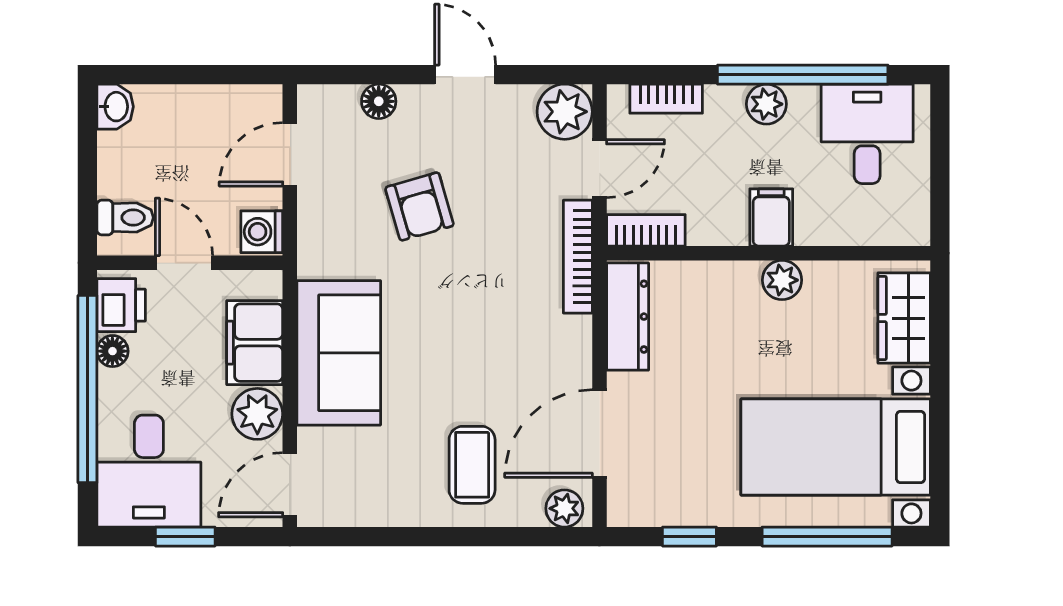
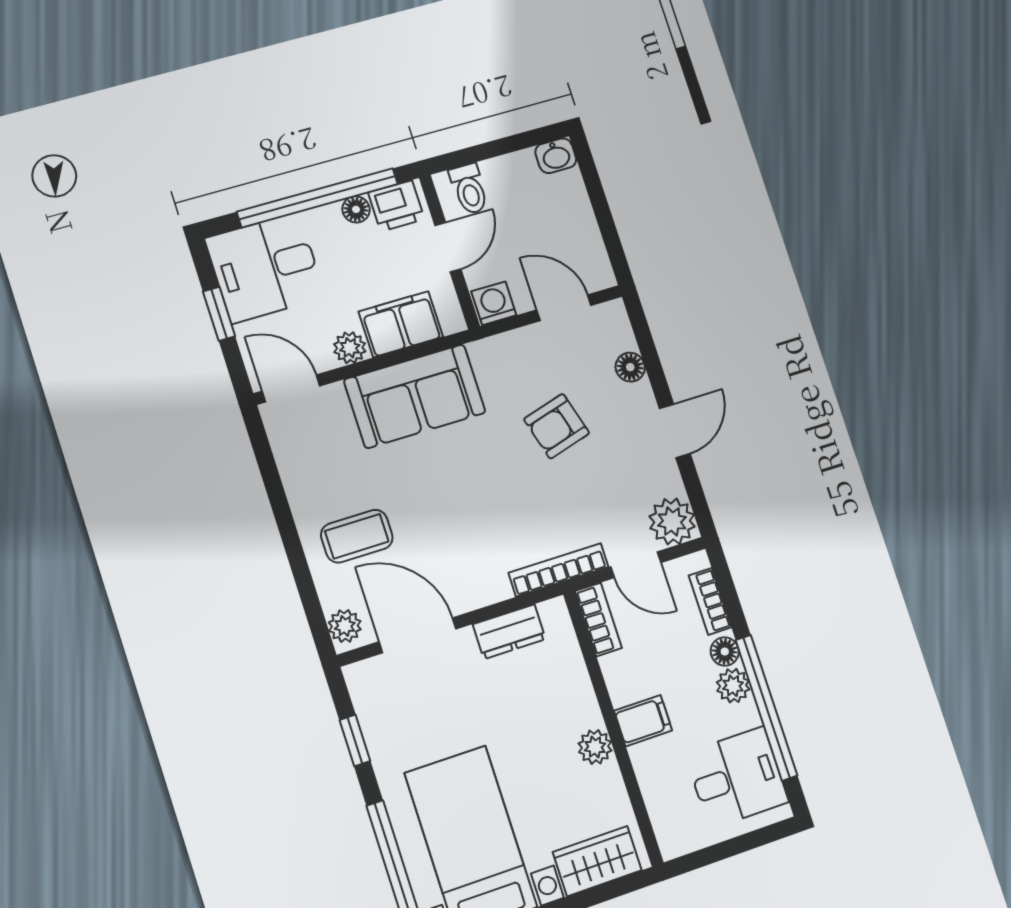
floor lamp: (726, 101) -> (725, 651), added
dresser: (628, 317) -> (509, 632), width x0.70
plant: (257, 414) -> (350, 348), width x0.73, depth x0.73

